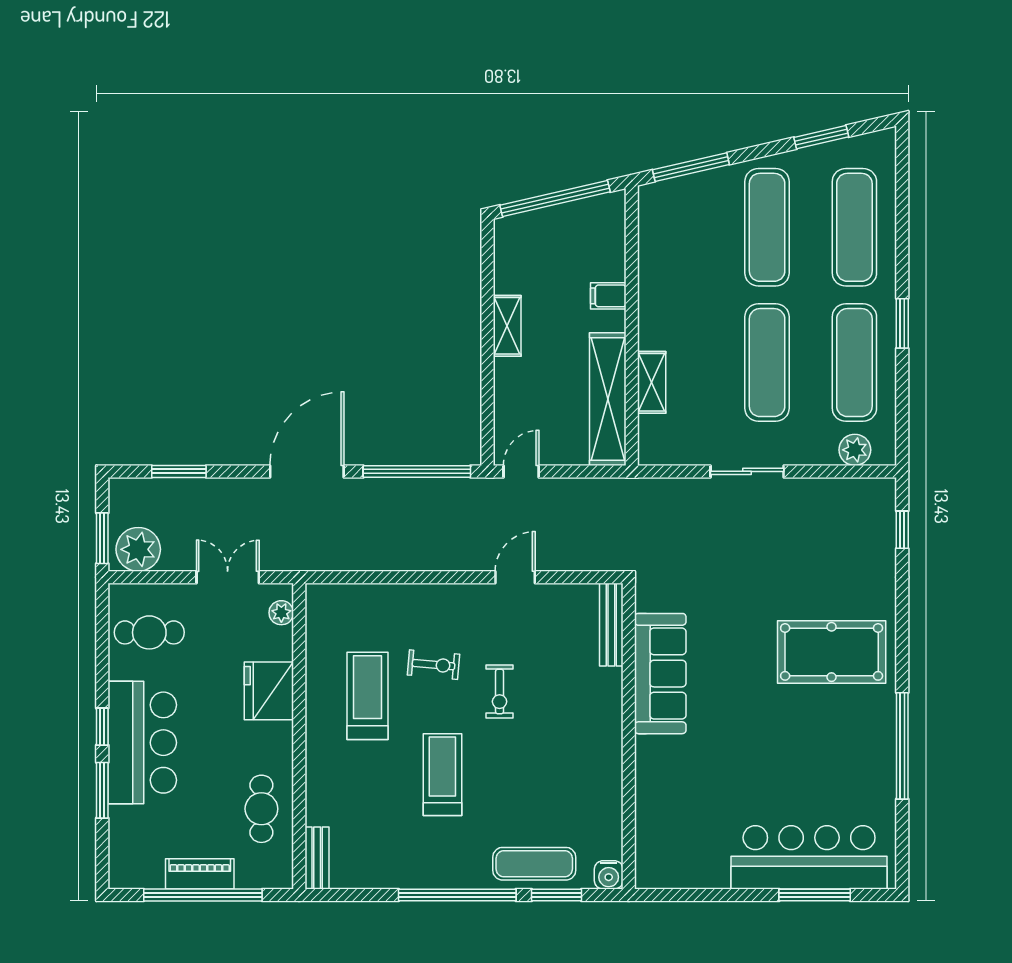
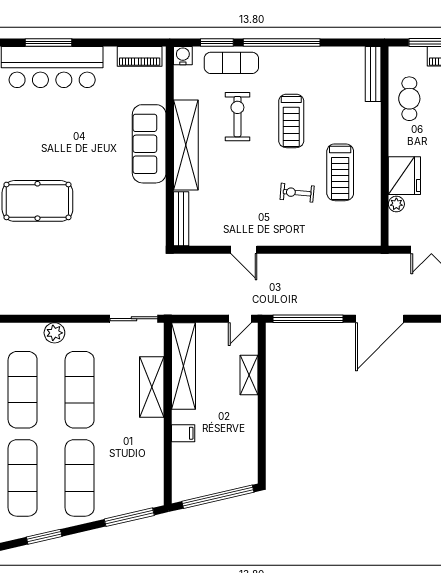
shelving: (507, 326) -> (249, 375), moved
shelving: (652, 382) -> (152, 387), width x1.50, depth x1.33
plant: (855, 450) -> (54, 333), moved
sliding door: (747, 471) -> (134, 319), moved
door: (515, 577) -> (244, 250), hinge flipped
plant: (281, 613) -> (396, 204), moved
sofa: (660, 674) -> (149, 144), moved
exercise bike: (500, 691) -> (237, 117), moved, width x1.38, depth x1.39
shelving: (604, 738) -> (186, 145), added
bench: (317, 858) -> (373, 74), width x1.36
piano: (675, 874) -> (140, 56), added

